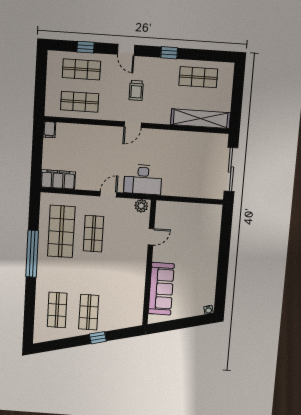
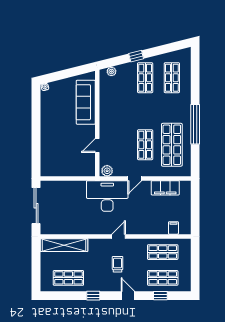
filing cabinet: (49, 130) -> (173, 228), moved
filing cabinet: (58, 179) -> (165, 188), moved
desk: (143, 180) -> (107, 196), width x1.36, depth x1.30
plant: (128, 322) -> (111, 71), added

